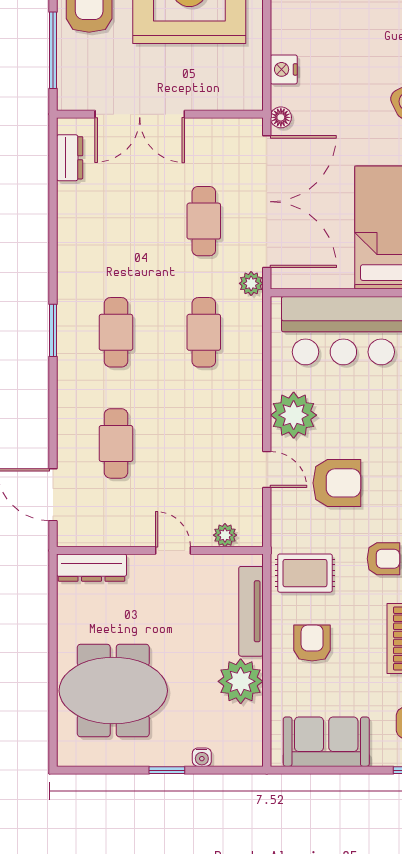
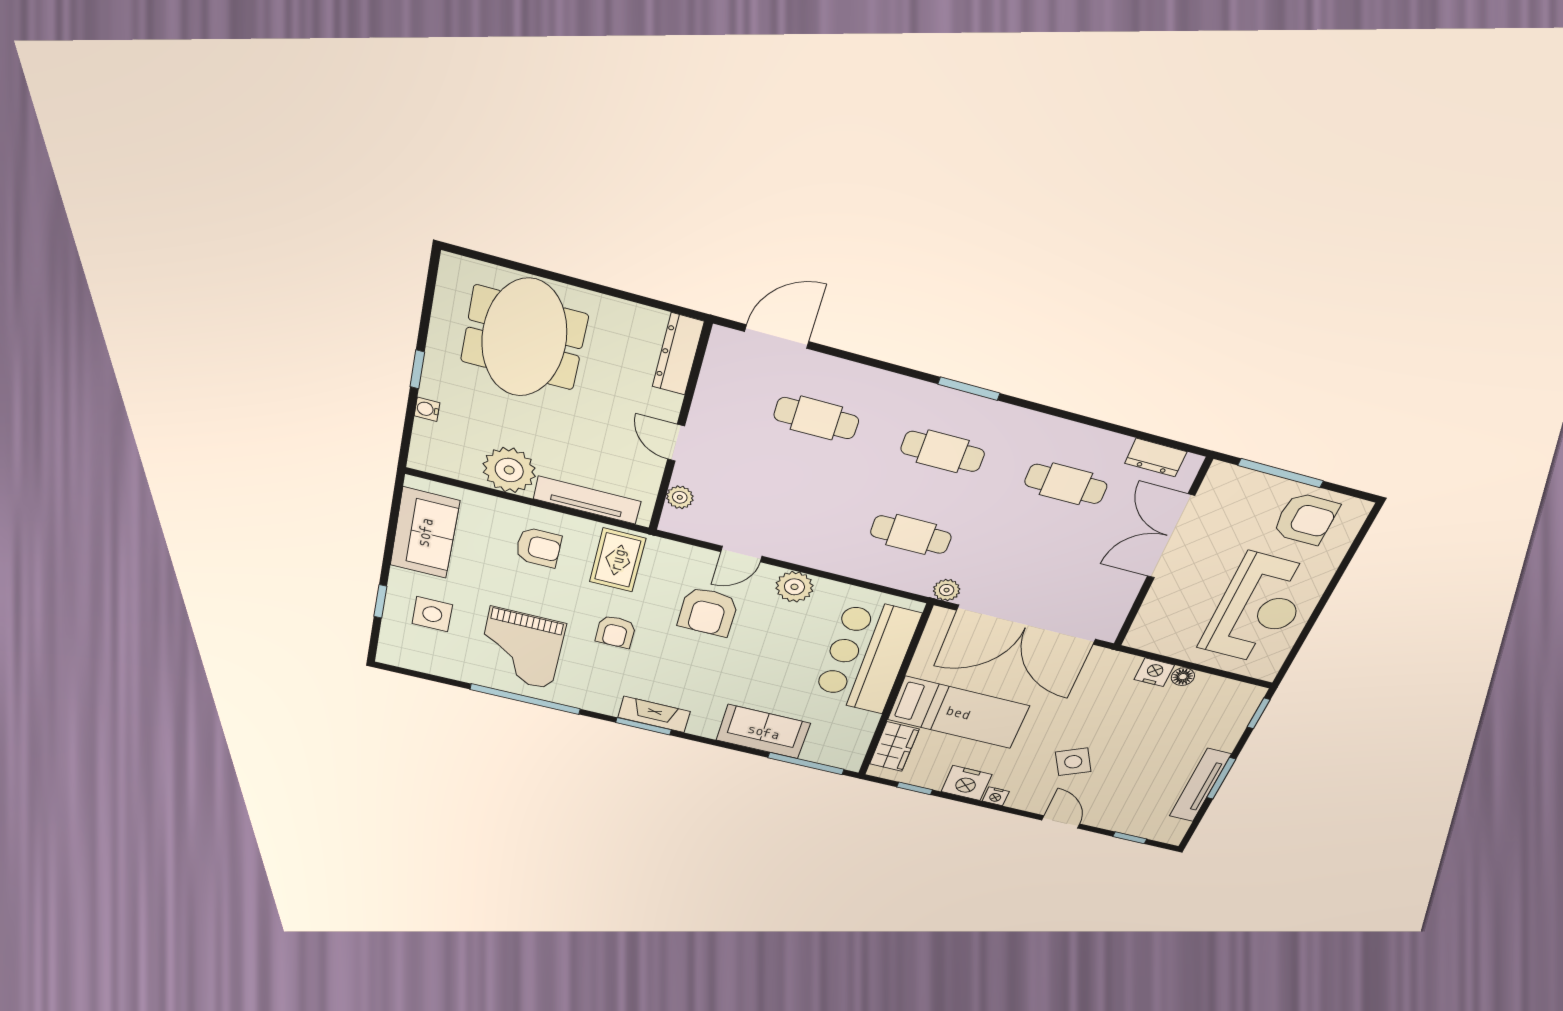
floor lamp: (281, 117) -> (1183, 677), moved
cafe table: (204, 221) -> (1066, 484), moved
plant: (294, 415) -> (794, 587), width x0.73, depth x0.73
door: (173, 550) -> (676, 443), swing flipped

